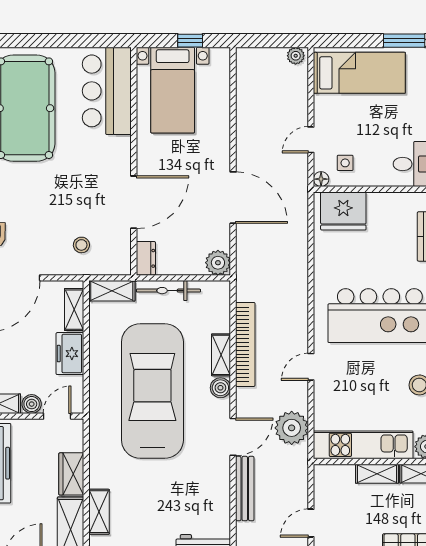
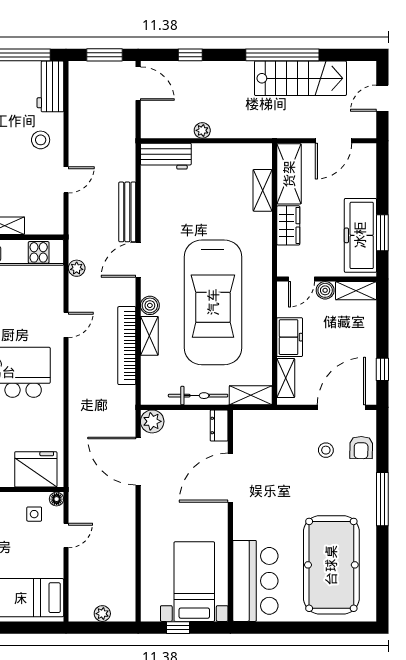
plant: (296, 56) -> (102, 614), moved
door: (233, 198) -> (138, 461), moved
stool: (81, 245) -> (326, 450), moved
plant: (292, 428) -> (77, 268), width x0.53, depth x0.53

